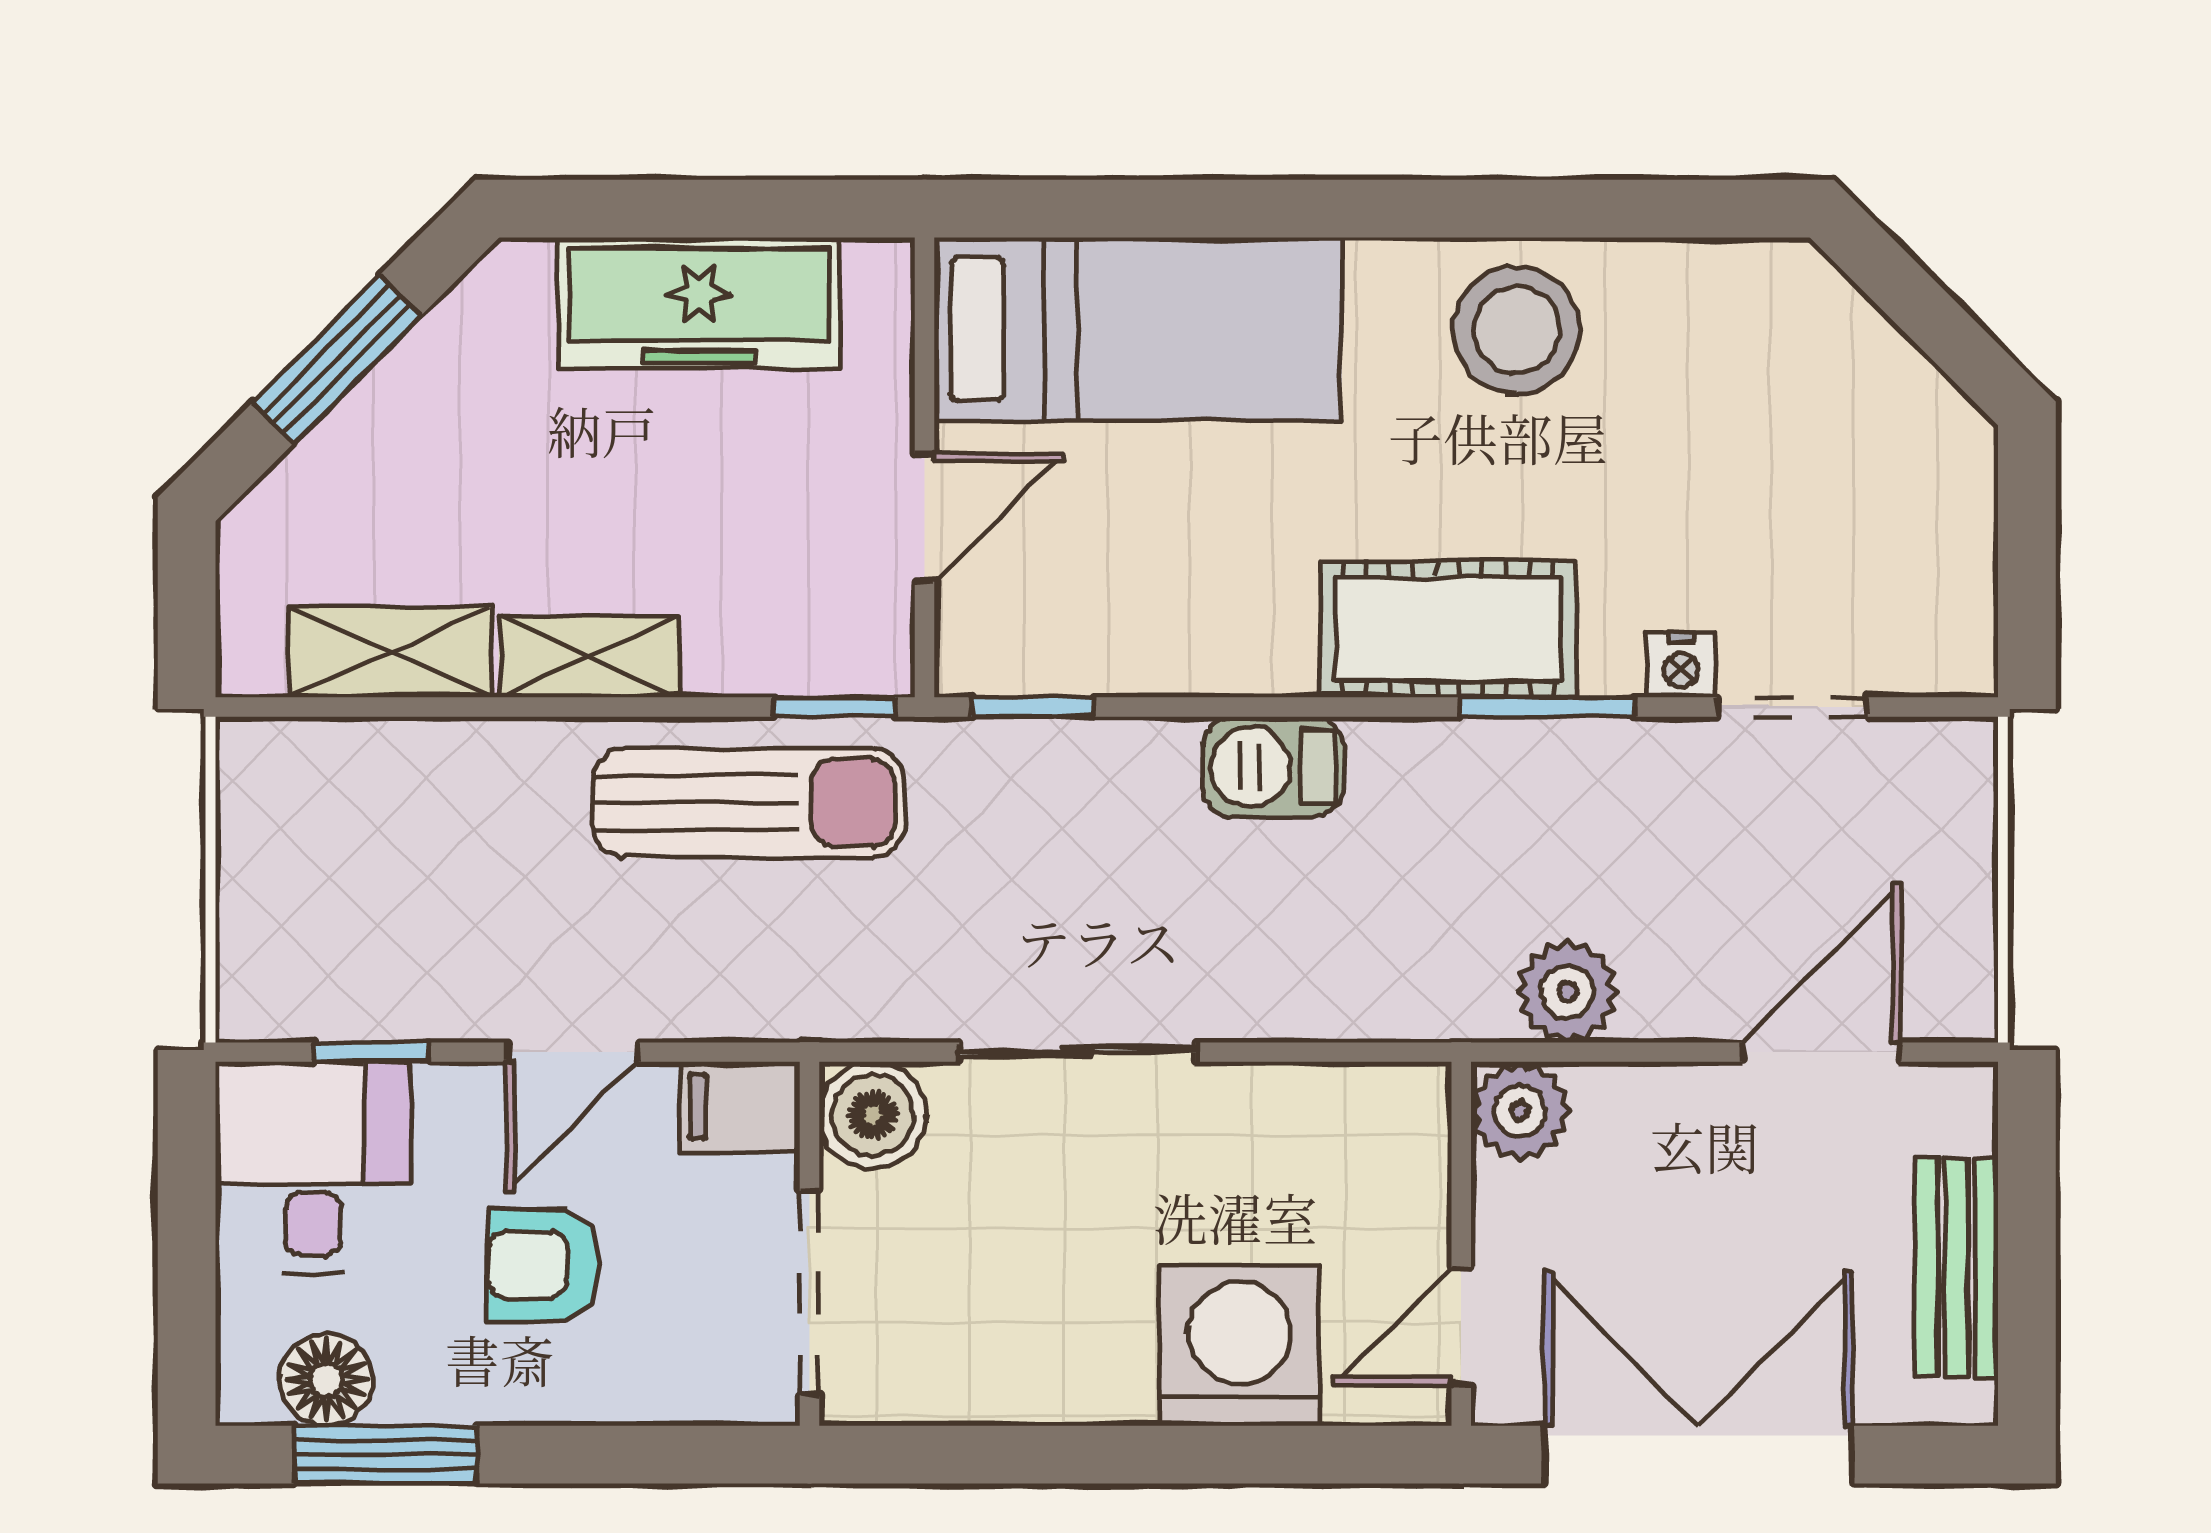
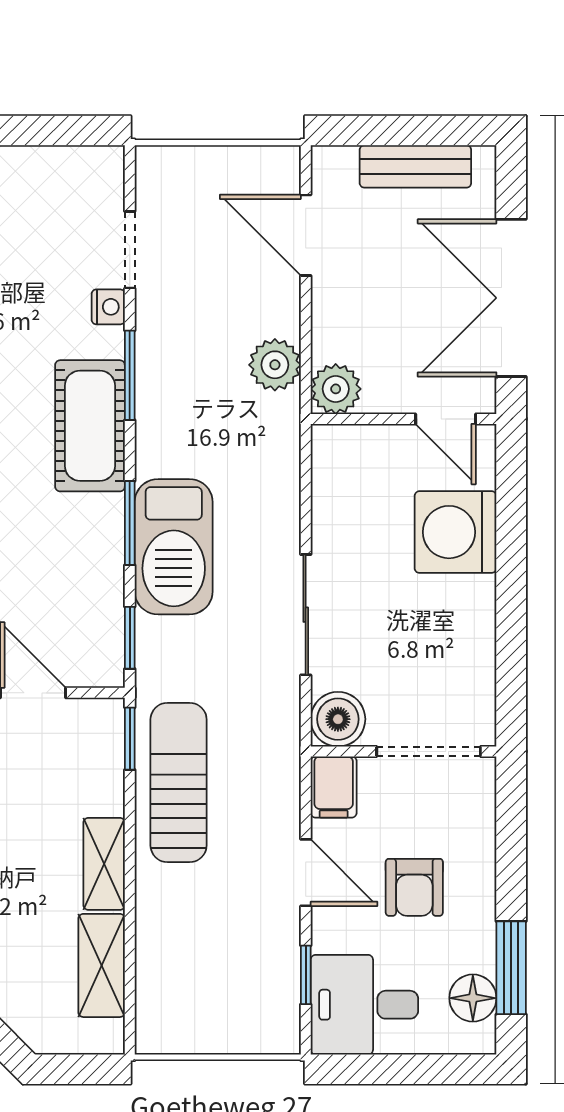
window: (1257, 707) -> (130, 523), added
barbecue: (1273, 767) -> (174, 547), width x1.88, depth x1.53

